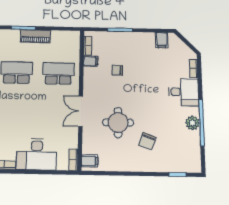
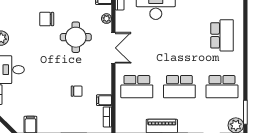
plant: (87, 141) -> (107, 19), added
chair: (147, 141) -> (47, 19), turned -111

